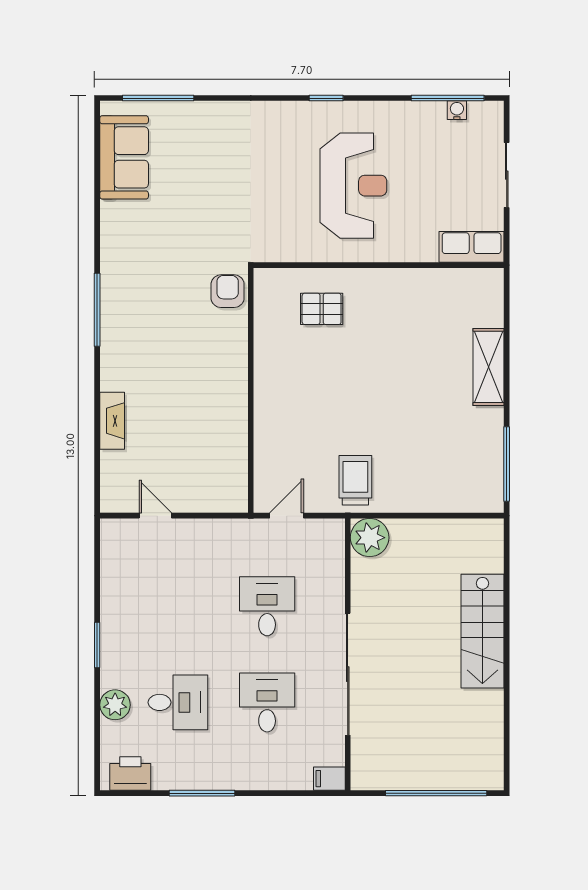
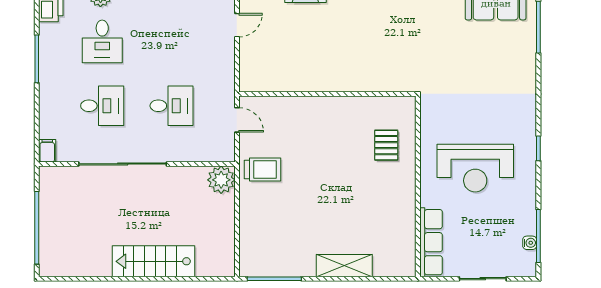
row of seats: (472, 247) -> (431, 242), width x1.48
armchair: (228, 291) -> (399, 77), removed

